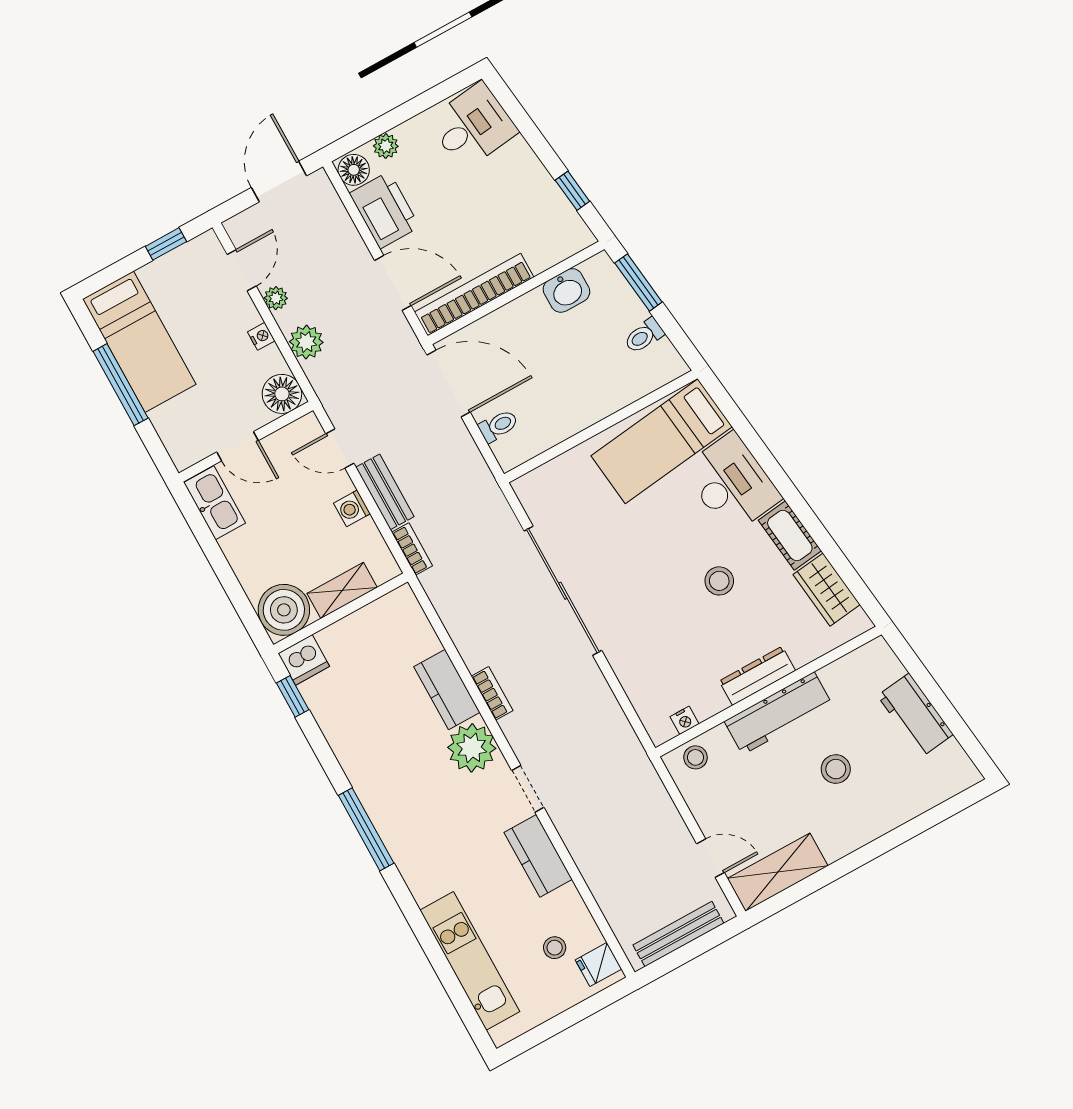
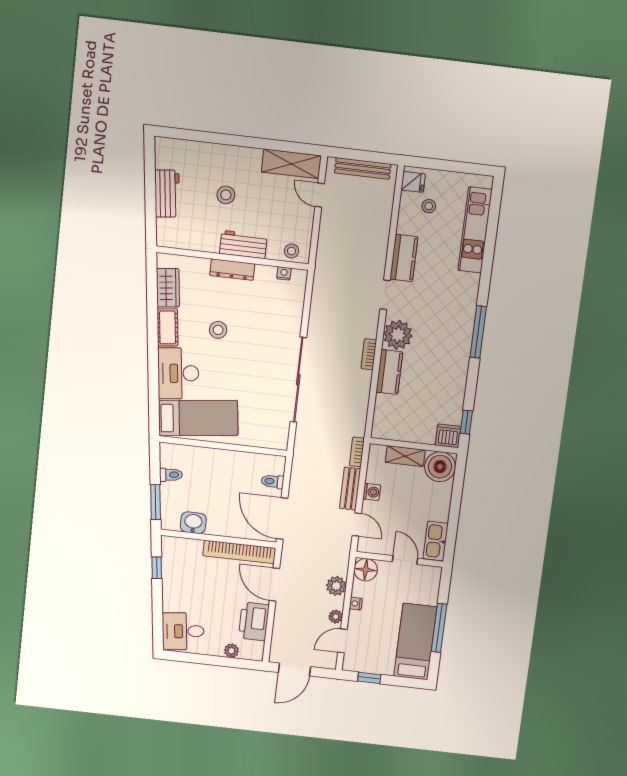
floor lamp: (354, 170) -> (255, 650), removed
workbench: (778, 713) -> (243, 244), width x0.73

